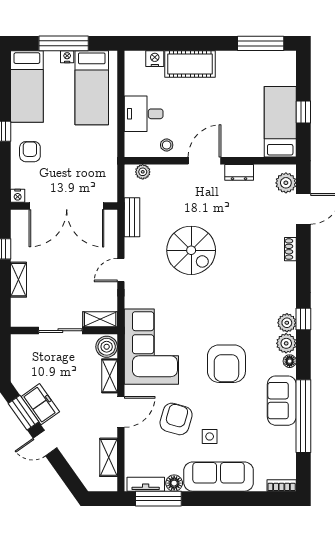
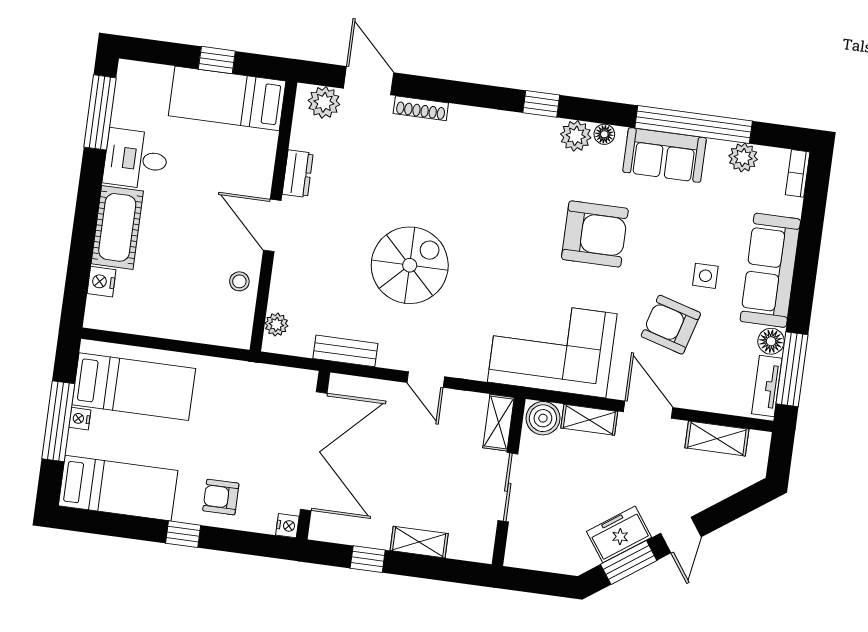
desk: (144, 114) -> (136, 159), moved, turned 90
shoe rack: (290, 249) -> (421, 108), width x1.43
plant: (287, 323) -> (743, 158), moved

